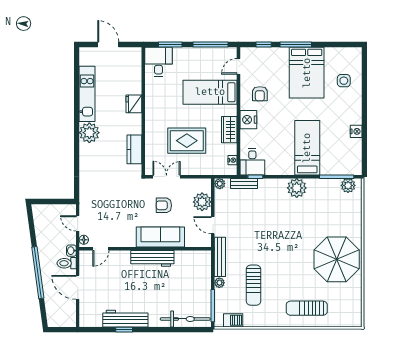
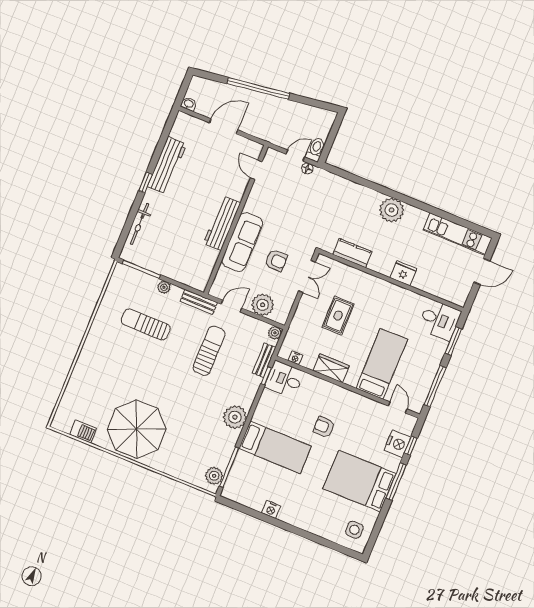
side table: (344, 81) -> (354, 530), moved
kitchen unit: (87, 94) -> (458, 234), moved
armchair: (260, 94) -> (324, 427), moved
nightstand: (248, 120) -> (397, 444), moved, turned 90
rug: (187, 141) -> (338, 316), width x0.73, depth x0.70
armchair: (164, 205) -> (276, 260), turned 90
floor lamp: (84, 240) -> (307, 168), moved
washbasin: (71, 251) -> (189, 104), moved
bench: (220, 257) -> (199, 302), width x0.73
toilet: (67, 263) -> (316, 149), moved
sun lounger: (307, 308) -> (209, 351), moved
bicycle: (185, 319) -> (139, 224), width x0.73, depth x0.71
barbecue: (233, 320) -> (83, 431), moved, turned -90
window: (124, 330) -> (146, 182), moved

